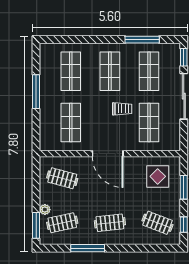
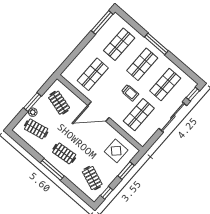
window: (142, 40) -> (156, 44), moved
window: (36, 92) -> (102, 22), moved
door: (108, 154) -> (99, 112), hinge flipped
window: (36, 225) -> (32, 102), moved
window: (88, 248) -> (52, 169), moved

